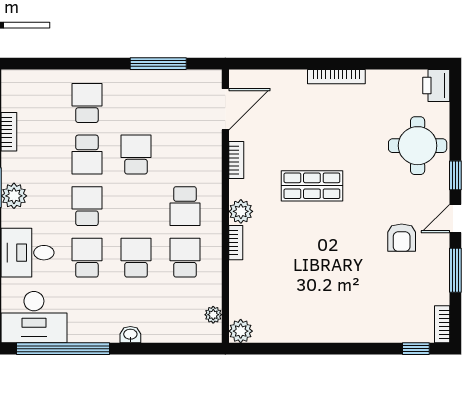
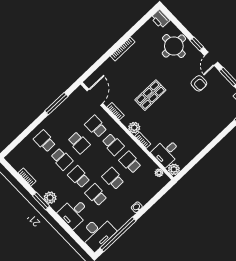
school desk: (136, 155) -> (79, 143), turned 180
school desk: (185, 155) -> (96, 126), added
desk: (253, 295) -> (166, 152), added

